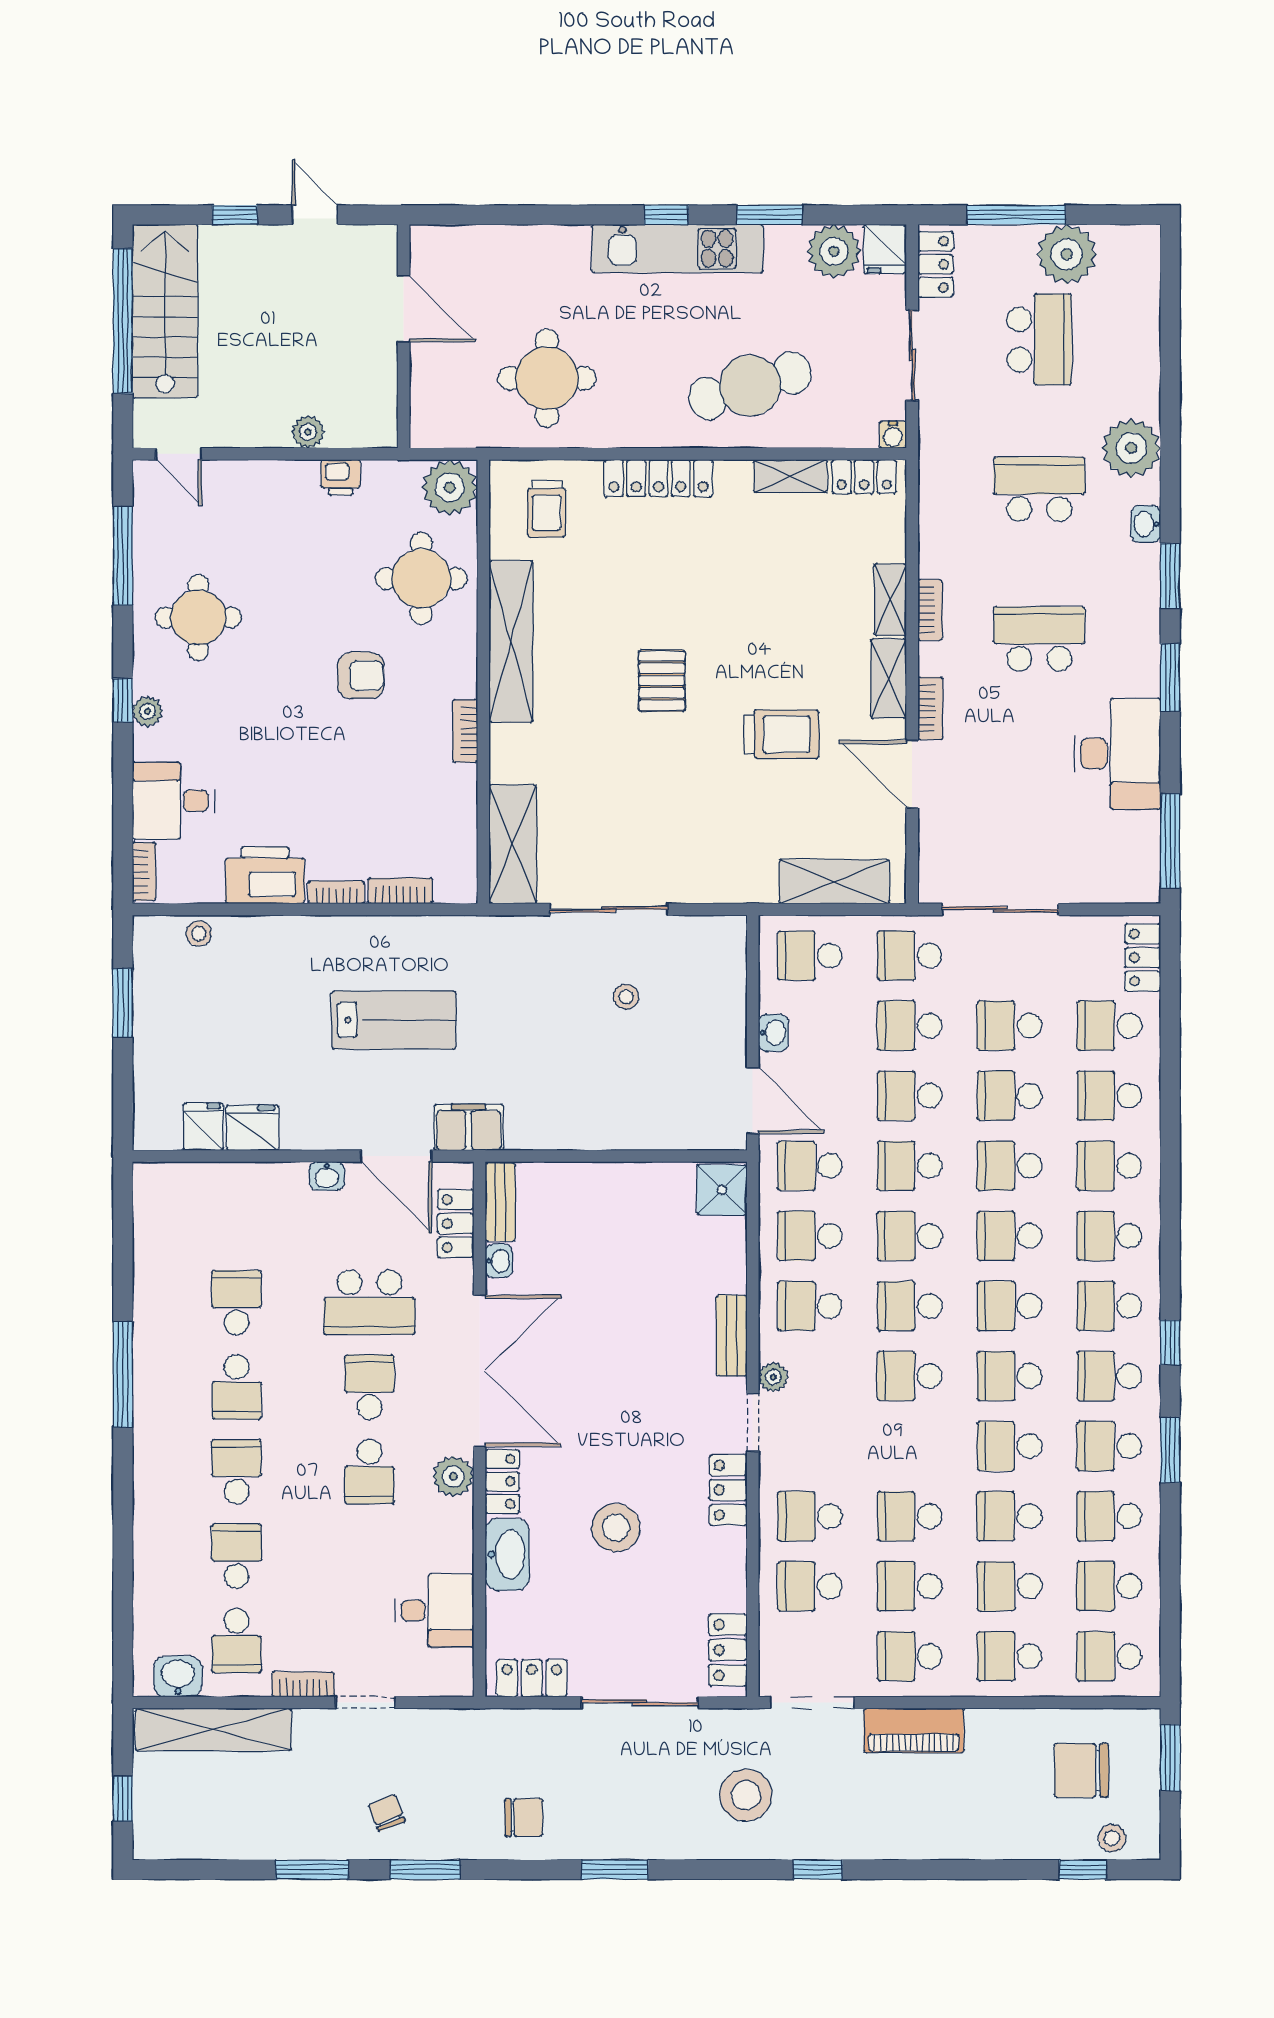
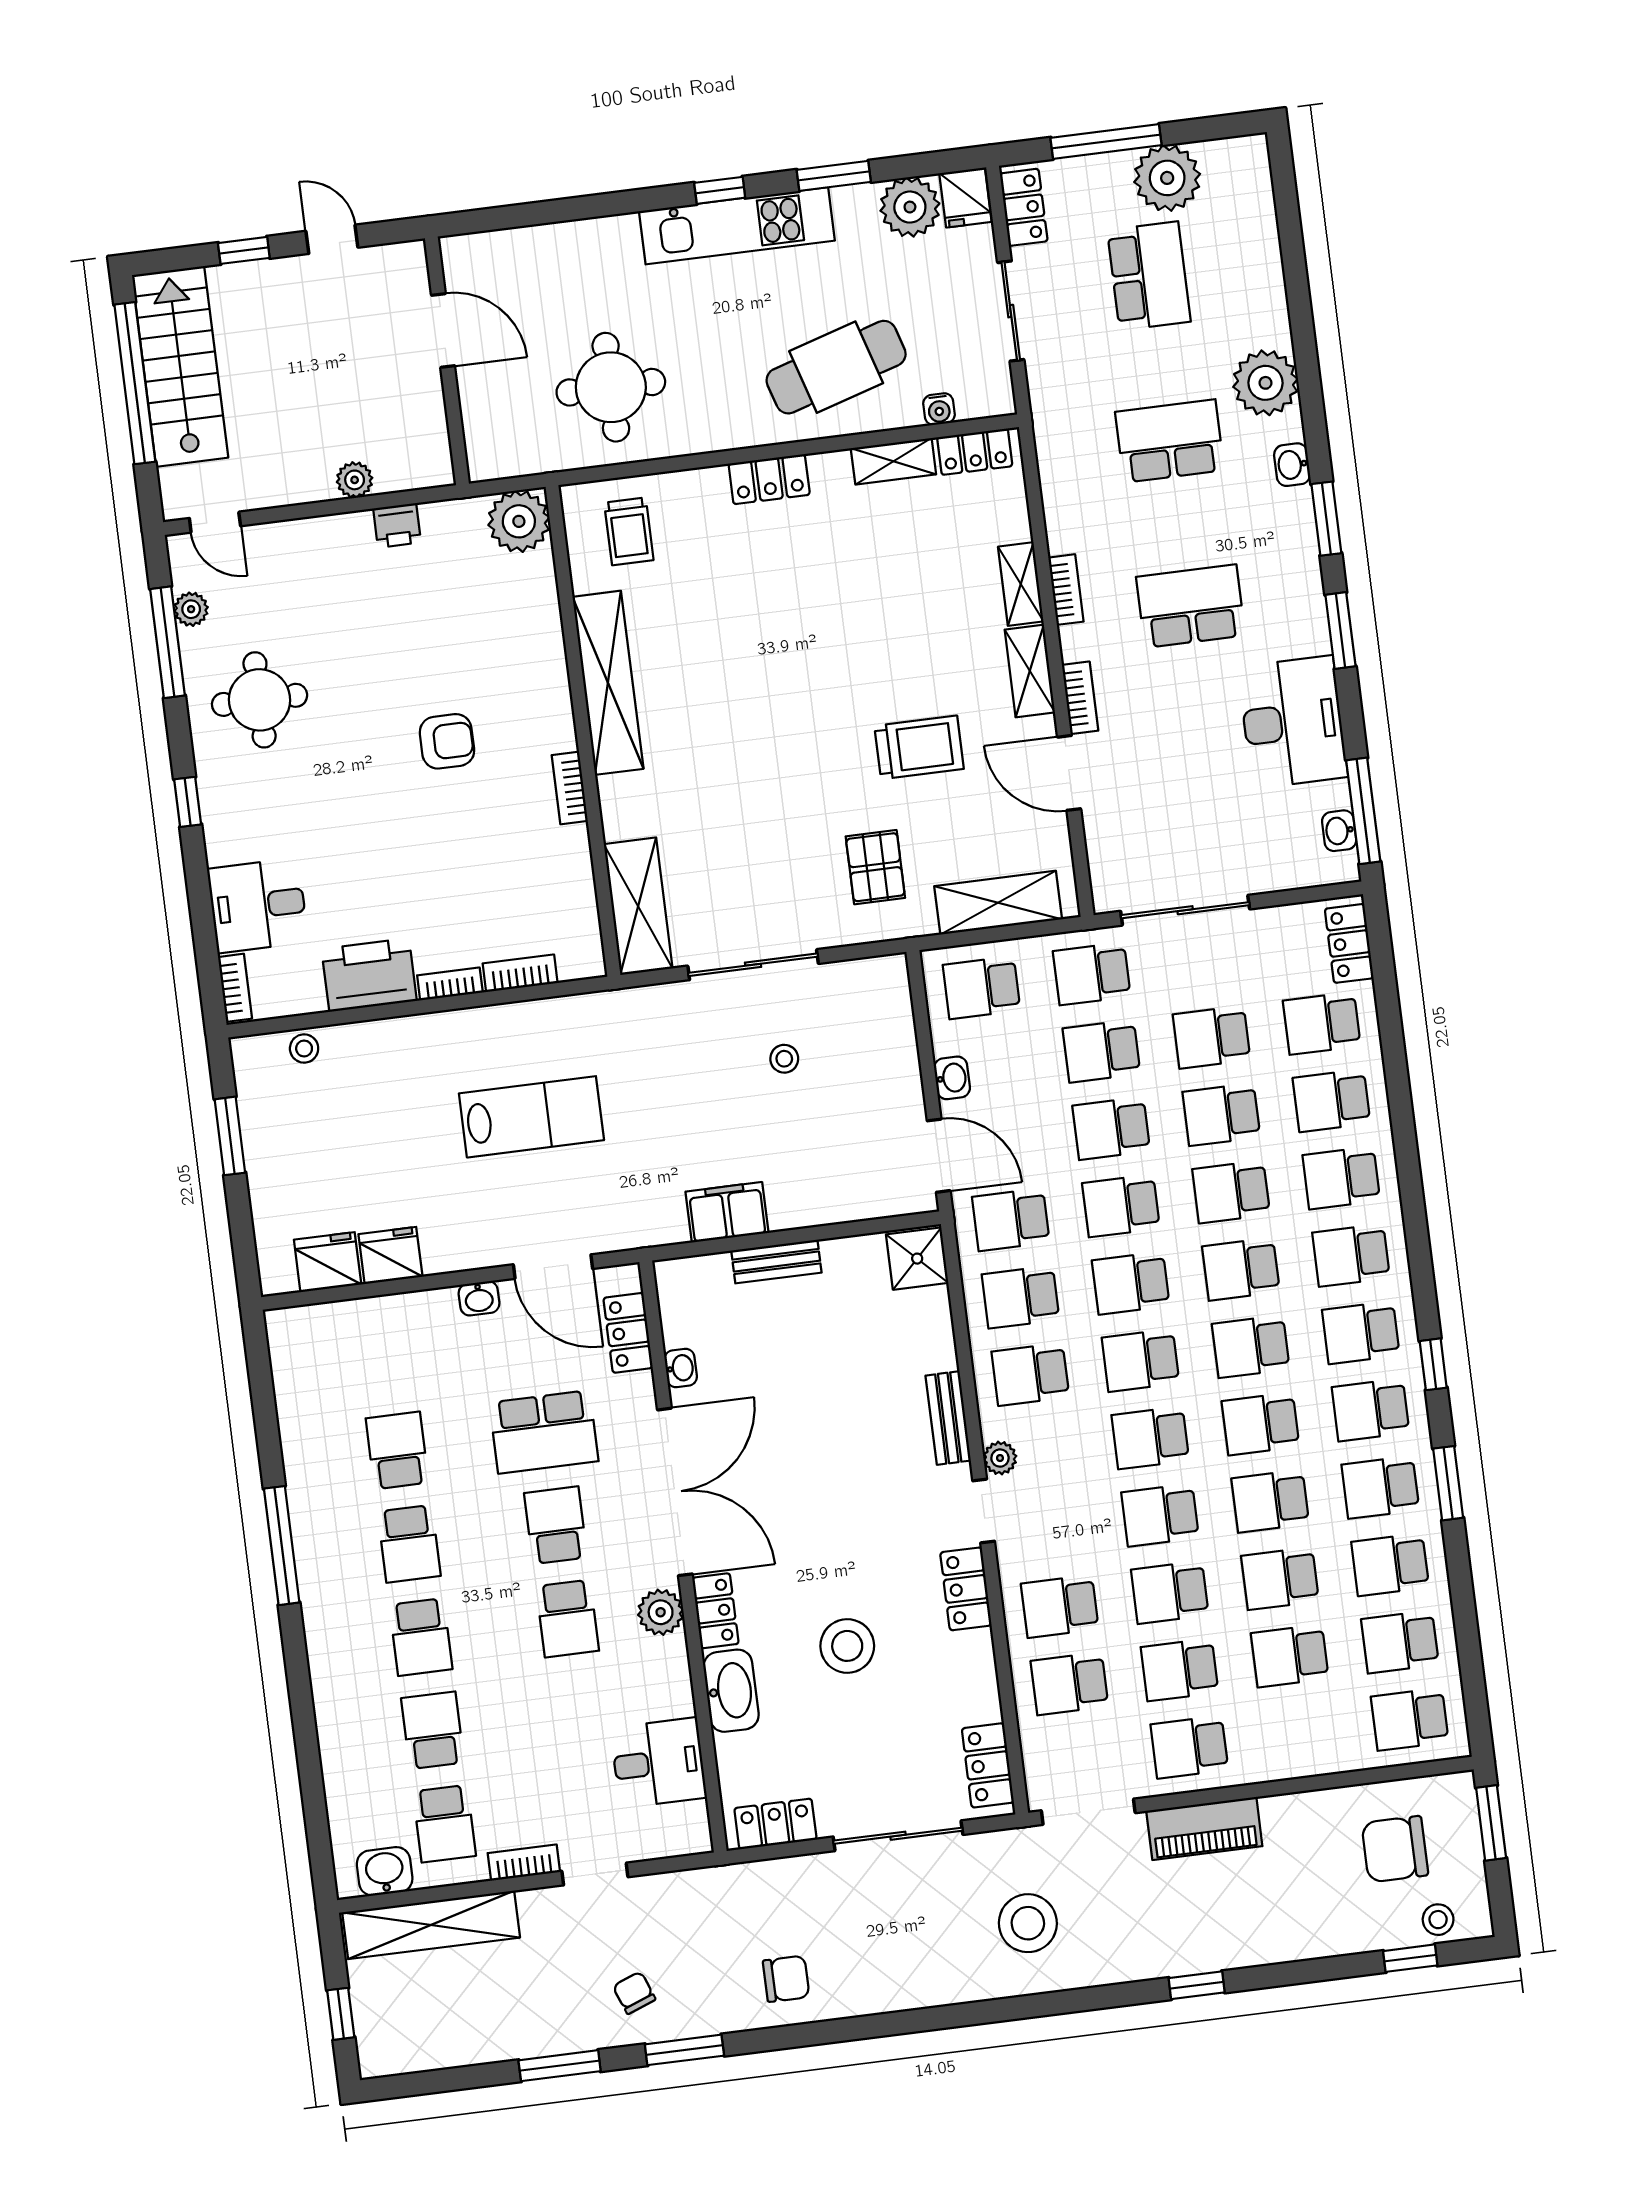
water cooler: (893, 435) -> (939, 409), moved
locker: (659, 478) -> (769, 479), width x0.66
round table: (421, 578) -> (500, 626), removed
pallet: (662, 681) -> (875, 867), moved
plant: (147, 711) -> (191, 609), moved
washbasin: (1146, 856) -> (1339, 831), added
fridge: (203, 1127) -> (328, 1262), width x1.38
filing cabinet: (469, 1127) -> (727, 1212), moved
bench: (500, 1202) -> (776, 1261), moved, turned 90
school desk: (237, 1472) -> (421, 1637), turned 180
school desk: (1009, 1656) -> (1160, 1515), moved
window: (615, 1870) -> (894, 2023), removed
window: (818, 1870) -> (1197, 1985), moved

